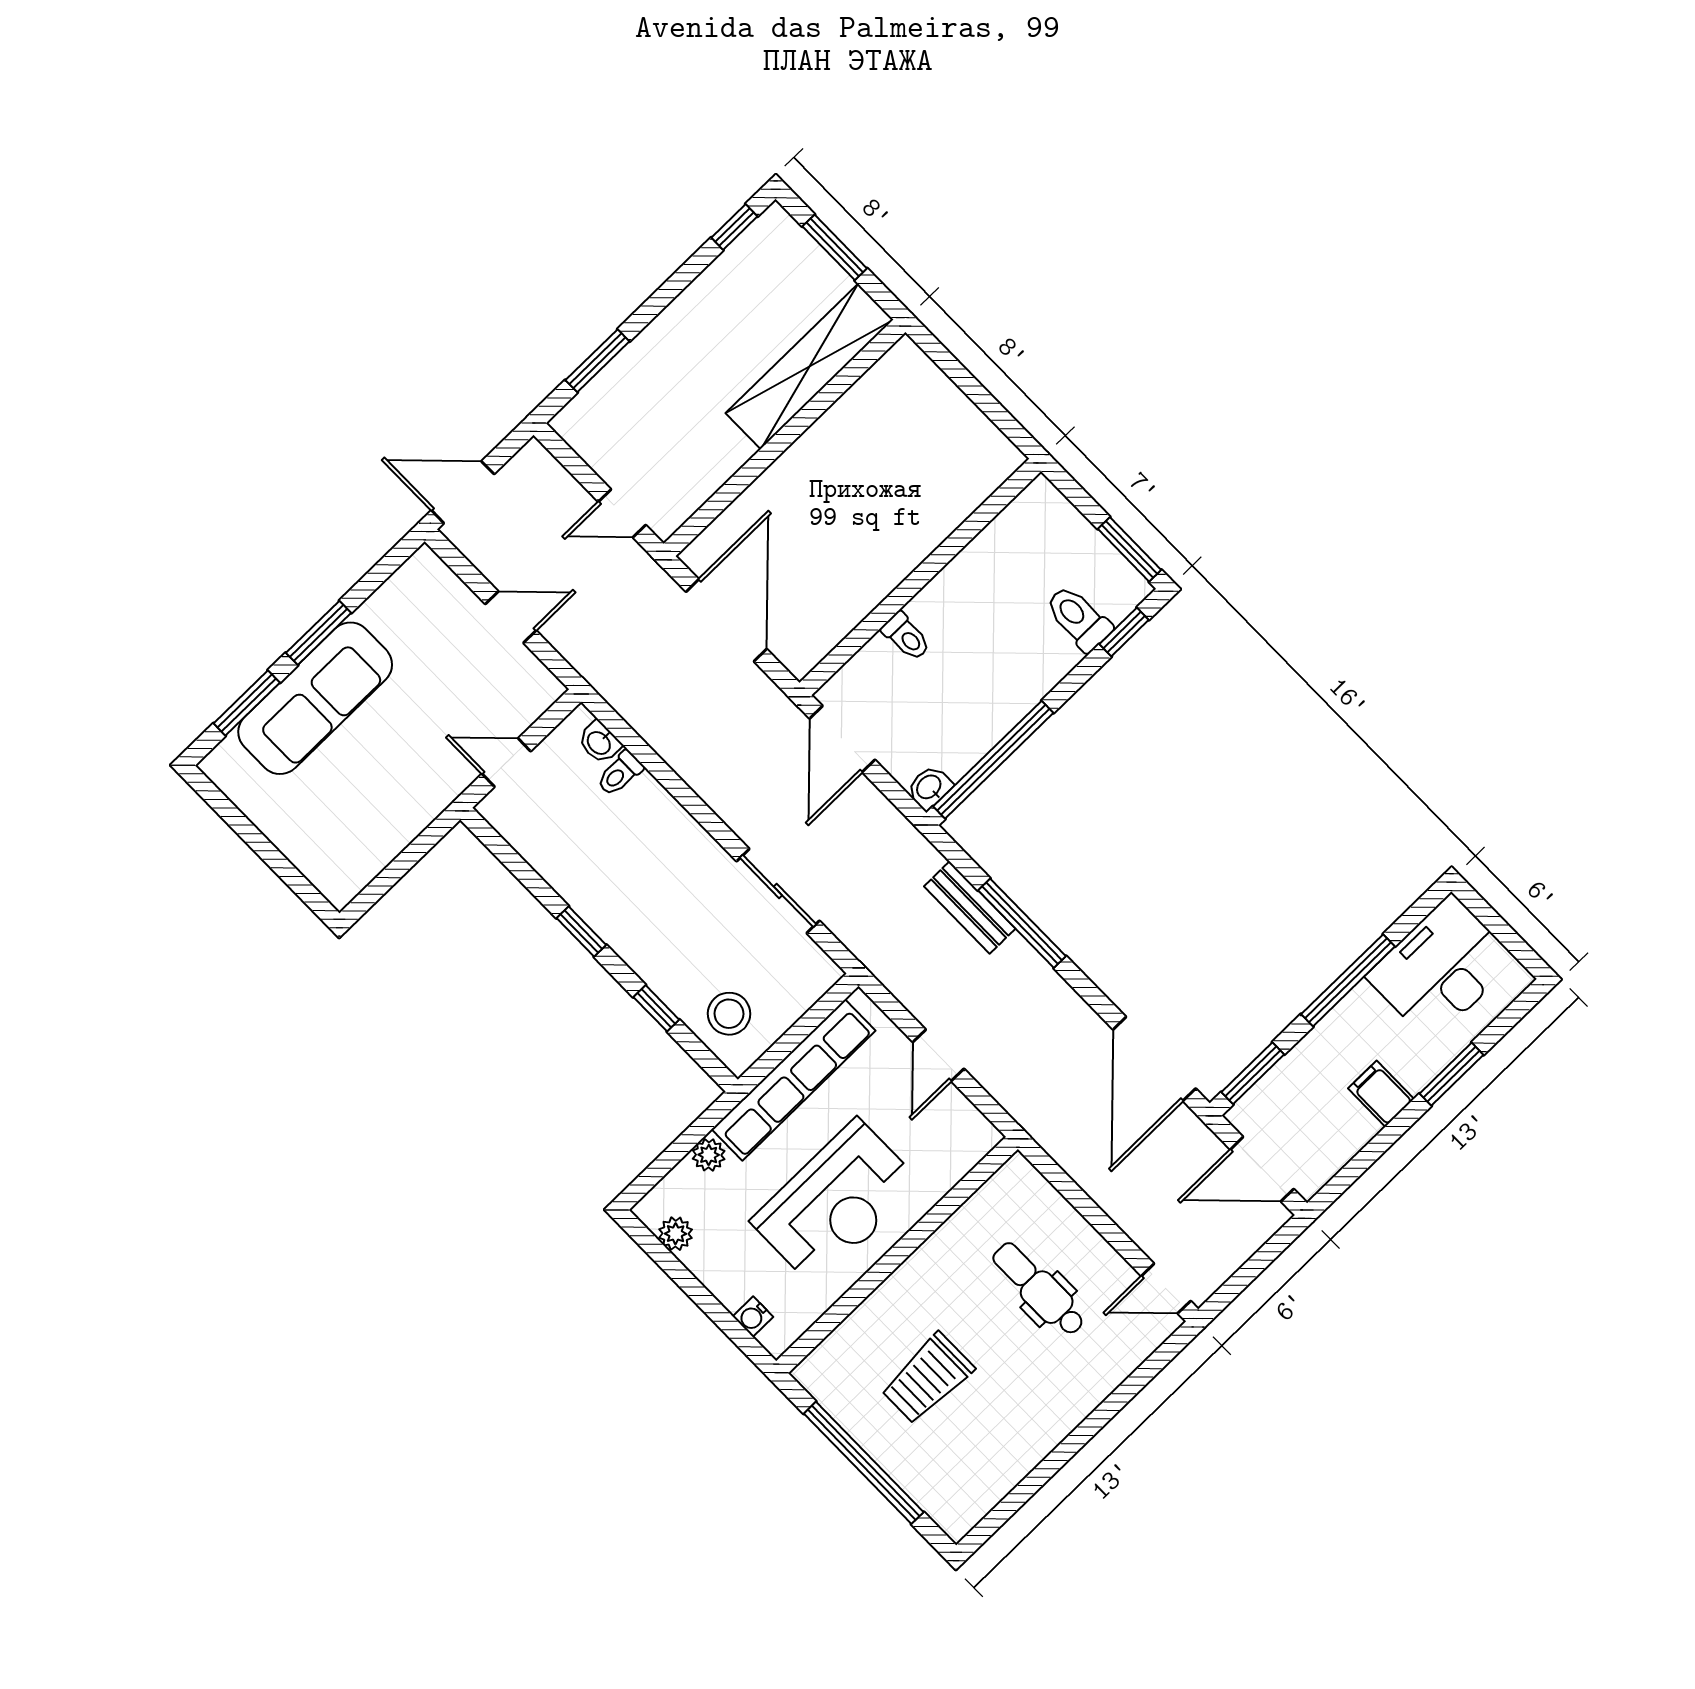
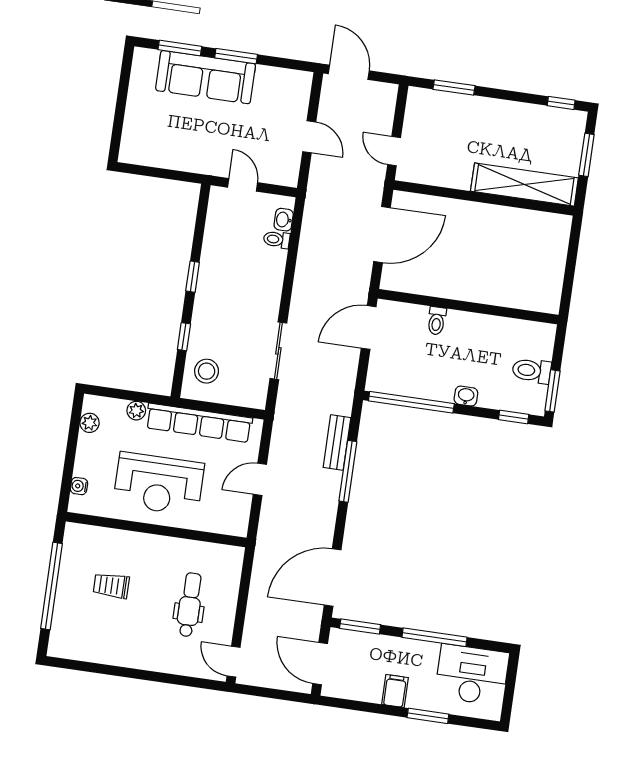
toilet: (1078, 618) -> (532, 371), moved, turned -90
washbasin: (929, 788) -> (466, 396), moved
trolley: (927, 1379) -> (111, 586), width x0.73, depth x0.72

